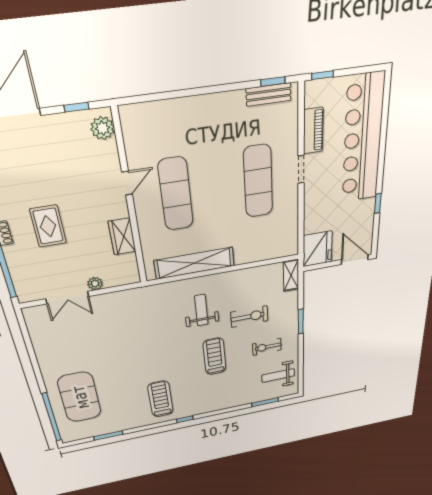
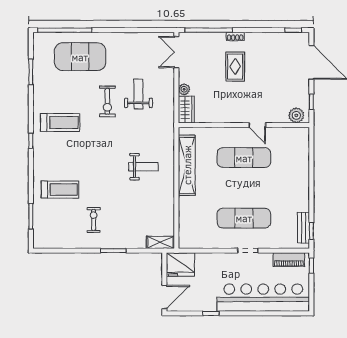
piano: (313, 131) -> (289, 260), moved
rug: (48, 226) -> (235, 67), turned 90
wardrobe: (122, 236) -> (186, 110), moved, turned 90
double door: (67, 298) -> (176, 52), moved
exercise bike: (249, 316) -> (107, 101), moved
treadmill: (215, 356) -> (60, 190), moved
weight bench: (278, 375) -> (138, 94), moved

